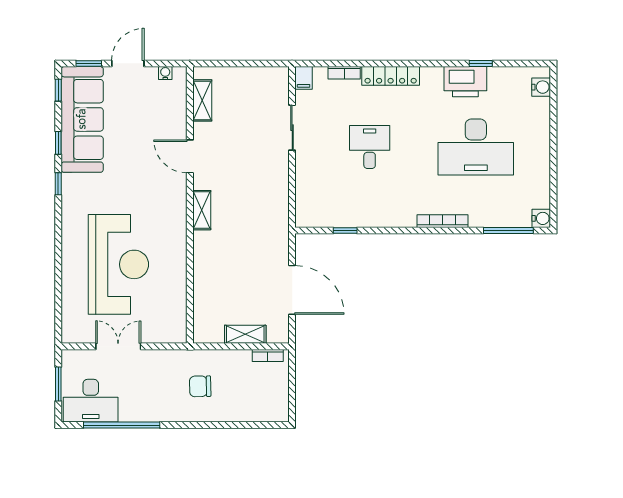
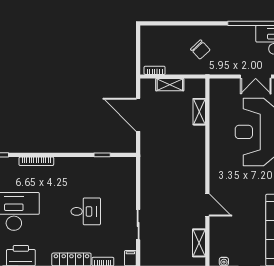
desk: (370, 147) -> (86, 211), turned -90
shelving: (202, 210) -> (199, 112), moved
chair: (200, 386) -> (200, 50), turned 48

